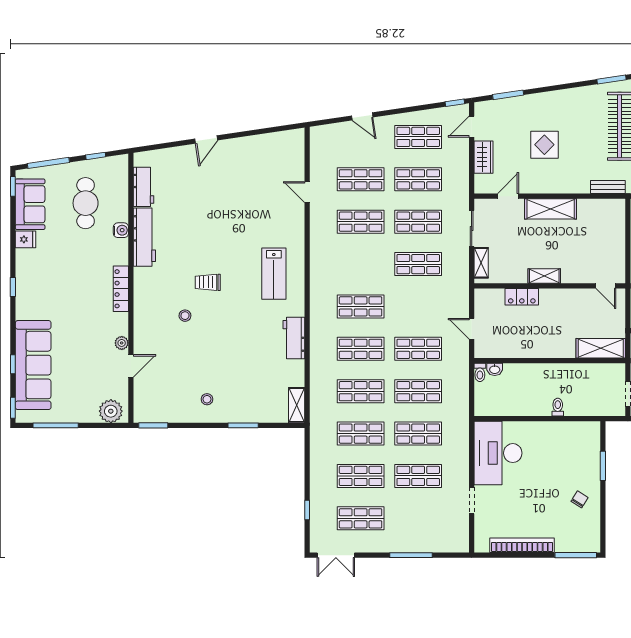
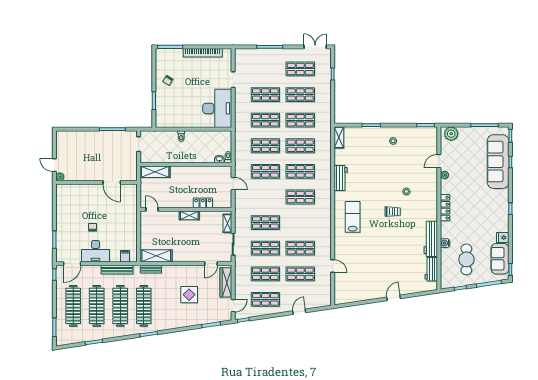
door: (362, 116) -> (299, 312), hinge flipped
wardrobe: (484, 157) -> (226, 282), width x1.50
shelving: (551, 209) -> (156, 256), moved

